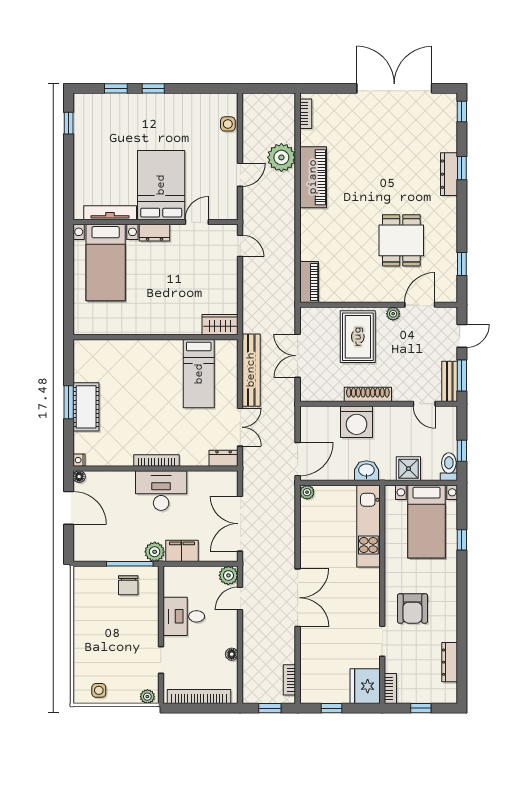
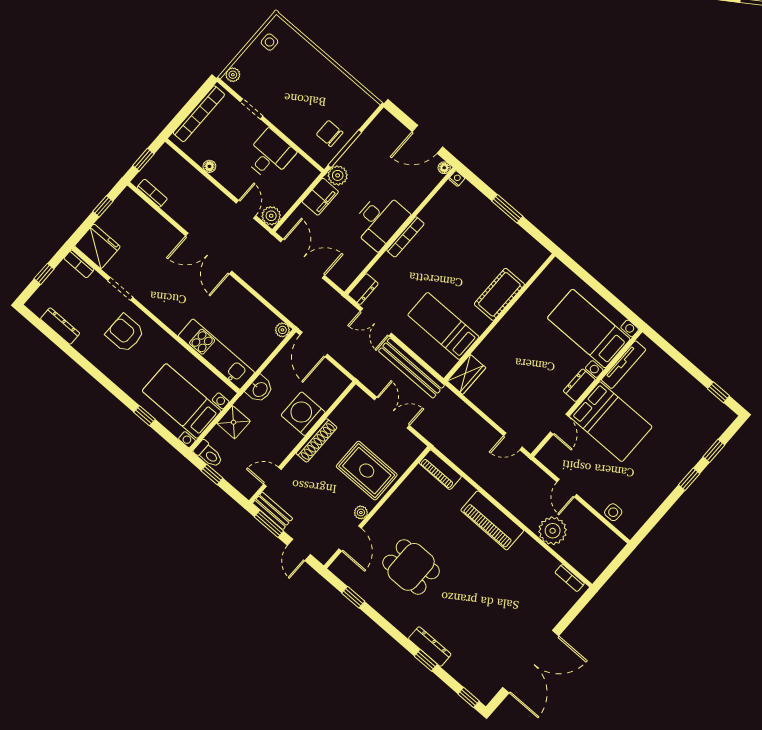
piano: (313, 177) -> (492, 520), moved
cot: (86, 407) -> (499, 294), moved, turned 90

